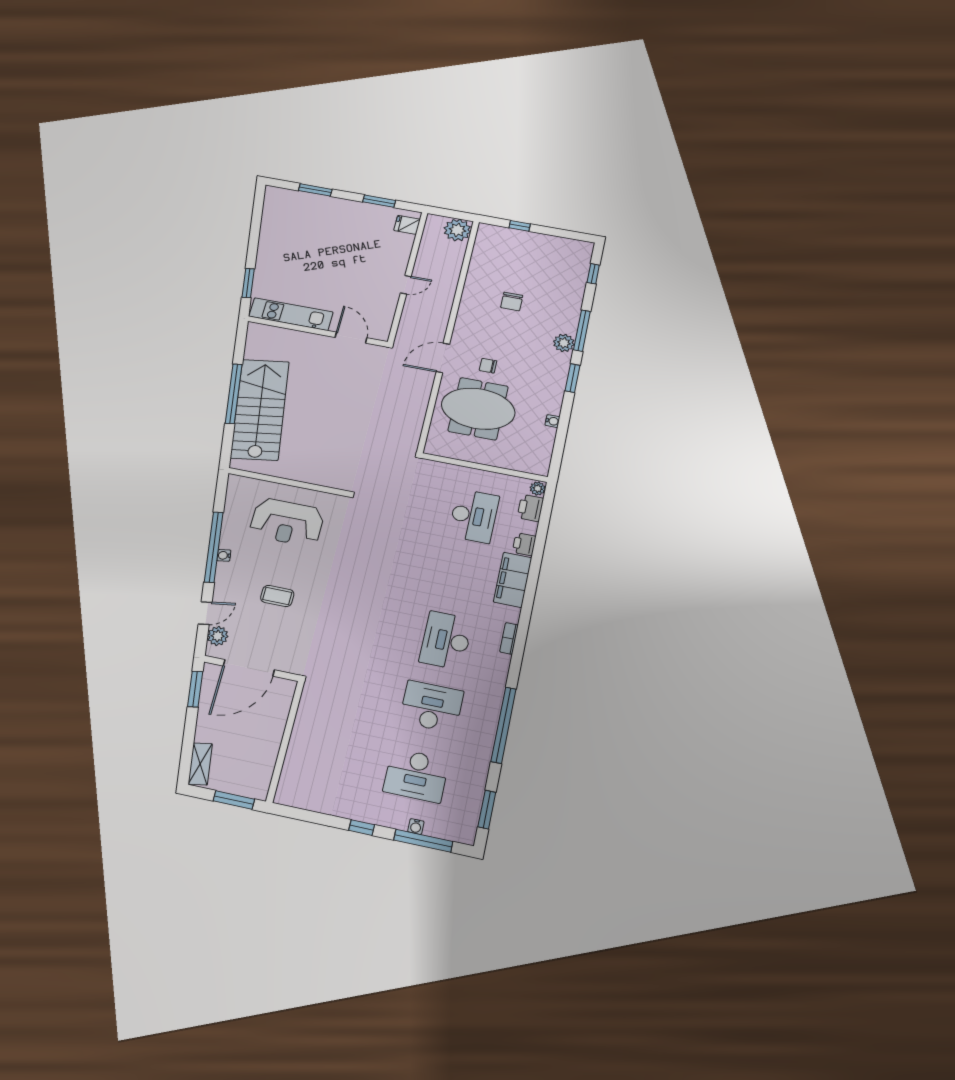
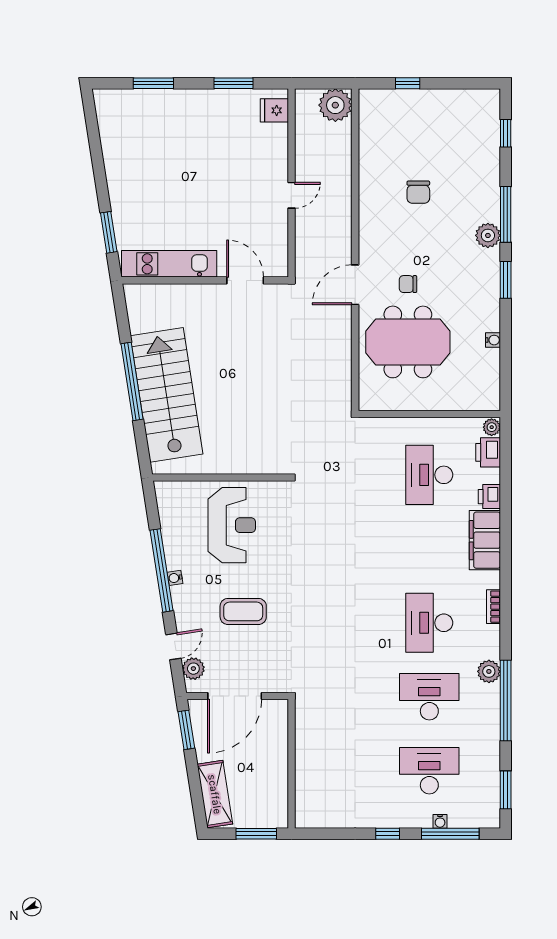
desk: (474, 516) -> (429, 475), turned 180
reception desk: (287, 522) -> (232, 525), turned -90
coffee table: (277, 596) -> (243, 611), width x1.36, depth x1.30
plant: (493, 695) -> (489, 671), added
shelving: (200, 764) -> (215, 794), width x1.50, depth x1.33
desk: (416, 775) -> (429, 771), turned 180

